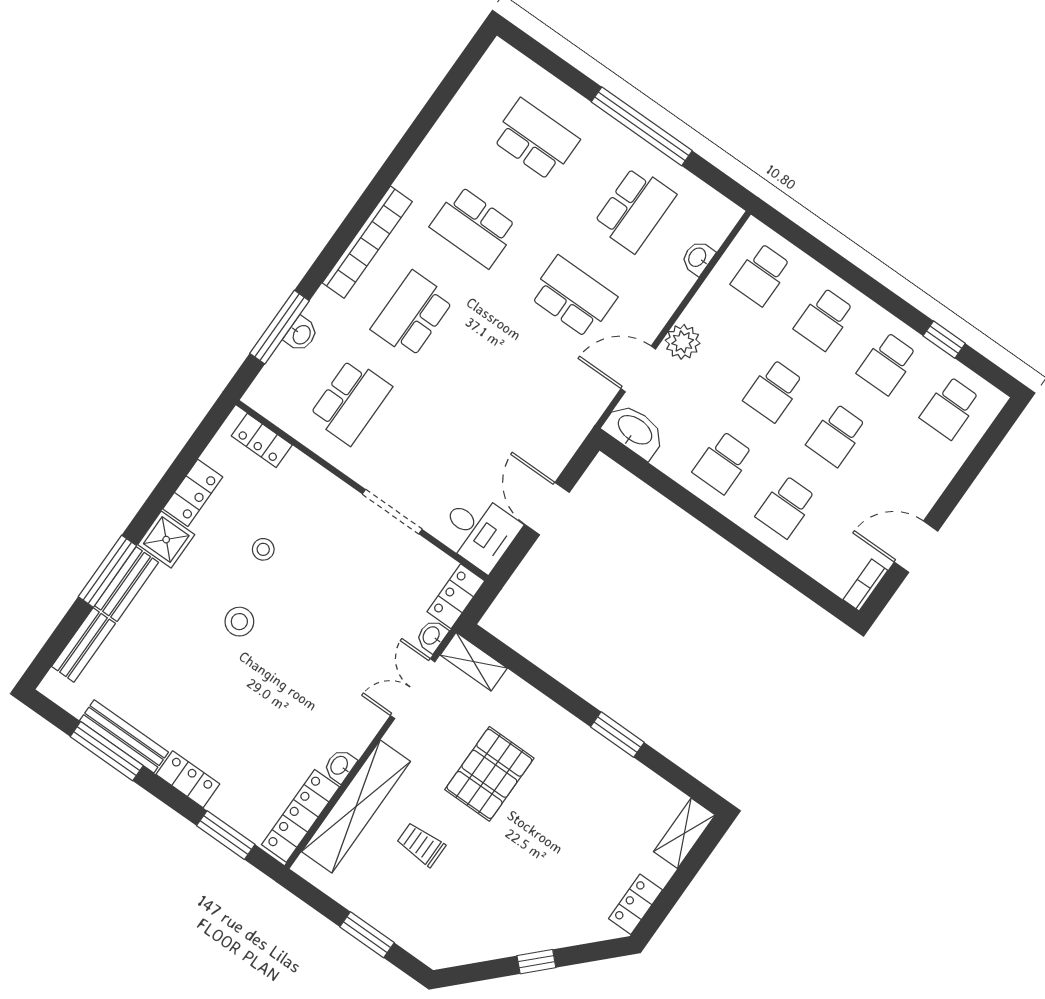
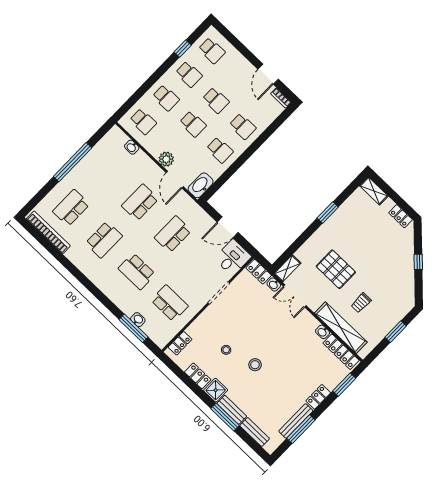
school desk: (635, 209) -> (173, 234), moved, turned -90
bookcase: (367, 242) -> (48, 232), moved

